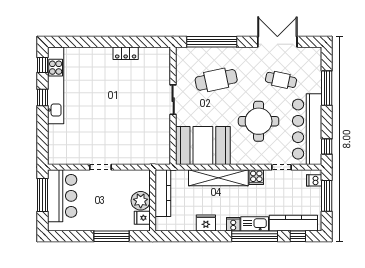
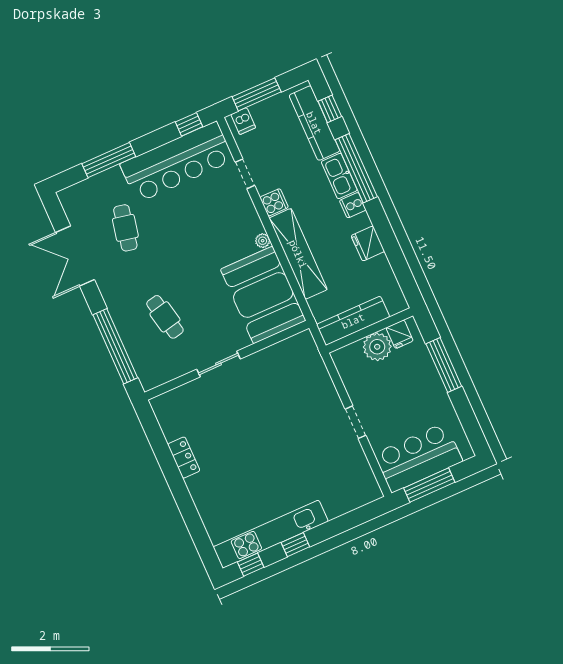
cafe table: (216, 80) -> (165, 317), width x0.73, depth x0.74
round table: (259, 121) -> (196, 233), removed
plant: (236, 160) -> (263, 241), added

